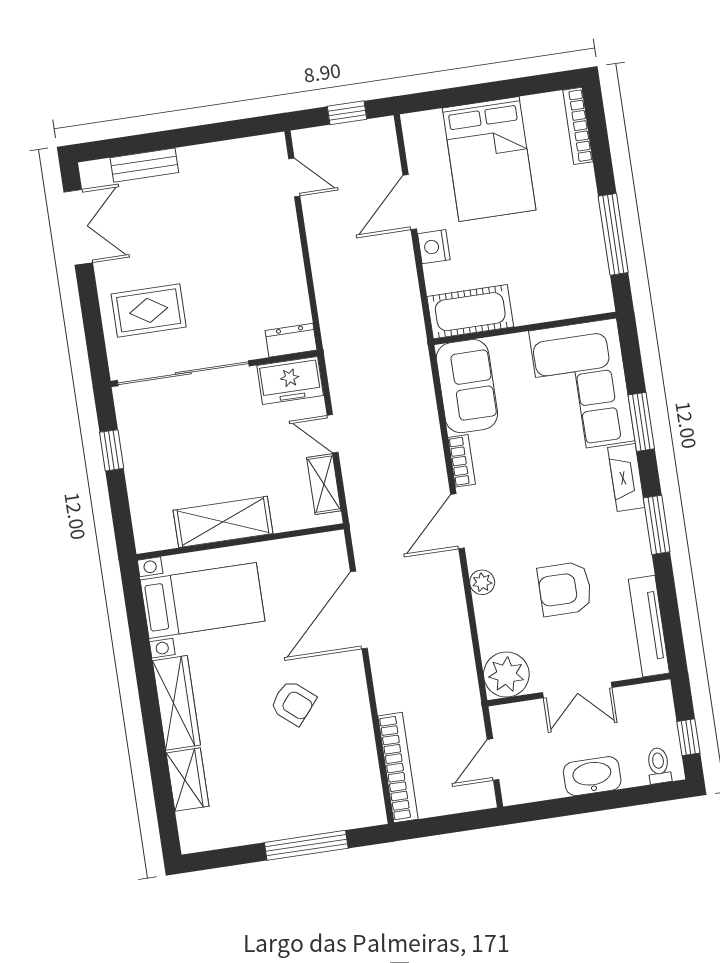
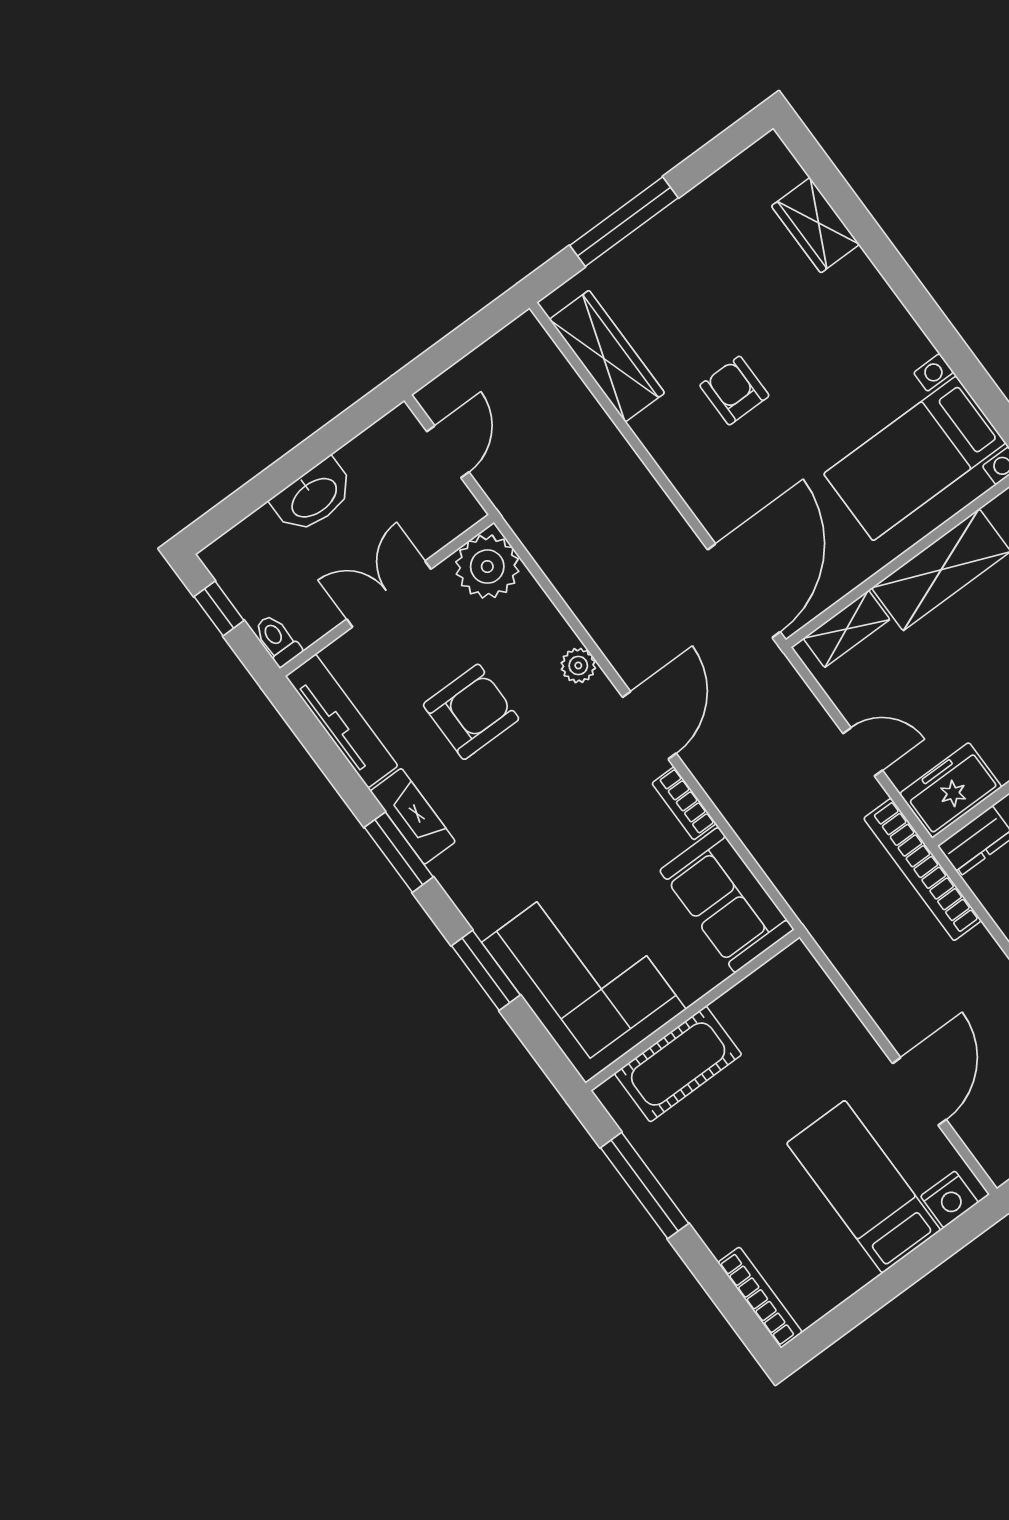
bed: (489, 159) -> (864, 1187), width x0.67
nightstand: (434, 247) -> (949, 1199), moved, turned 90
cot: (470, 312) -> (678, 1064), moved
fireplace: (626, 477) -> (413, 816), moved
shelving: (324, 484) -> (847, 629), moved, turned 90
door: (359, 610) -> (744, 591), moved
wardrobe: (176, 703) -> (607, 356), moved, turned 180
armchair: (293, 703) -> (734, 391), turned 50
toilet: (659, 766) -> (277, 640), moved, turned 180
bookcase: (398, 768) -> (922, 870), moved

